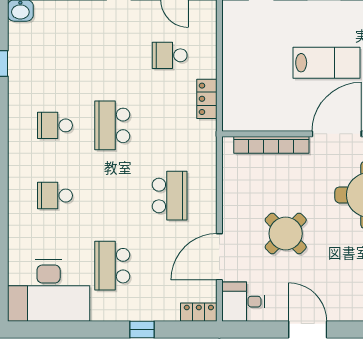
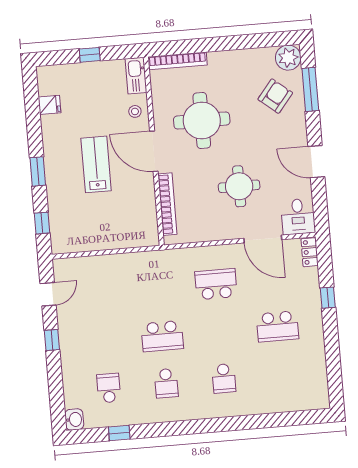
school desk: (170, 55) -> (109, 388), moved, turned 180
locker: (207, 99) -> (134, 260), removed
round table: (286, 234) -> (239, 186), turned 45
desk: (49, 291) -> (302, 377), removed
door: (308, 329) -> (316, 162), hinge flipped

